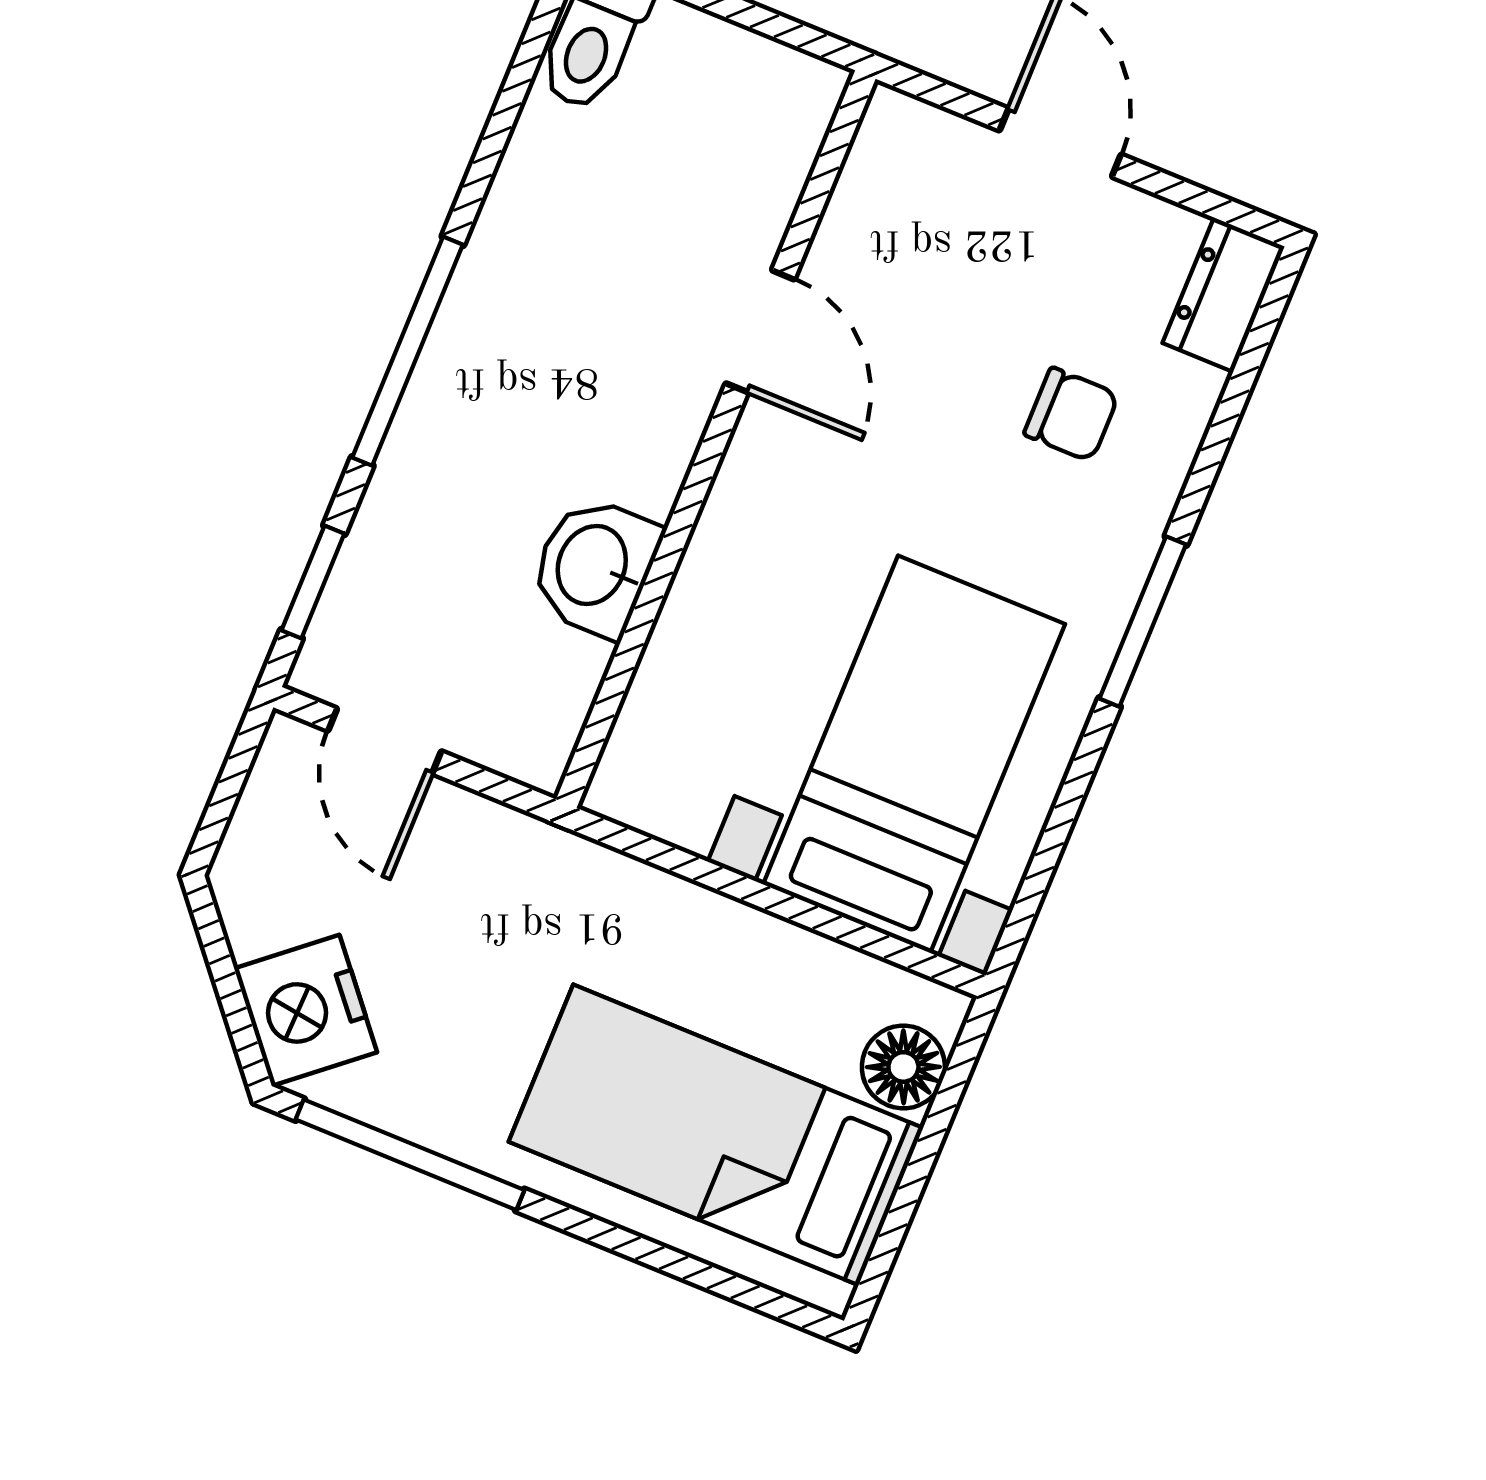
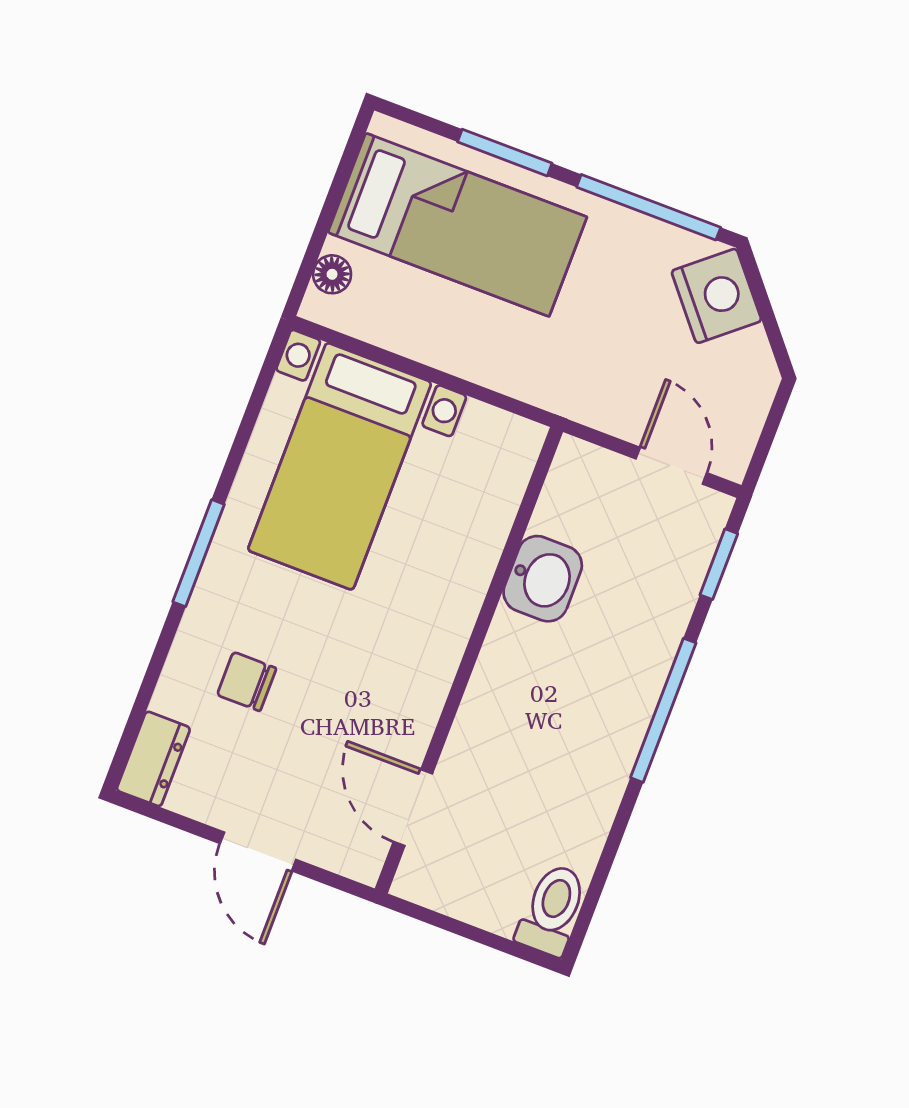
door: (760, 331) -> (413, 808), moved
floor lamp: (903, 1067) -> (332, 274), width x0.73, depth x0.73
window: (637, 1248) -> (505, 153), added

